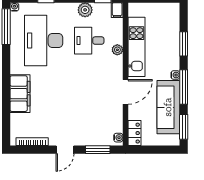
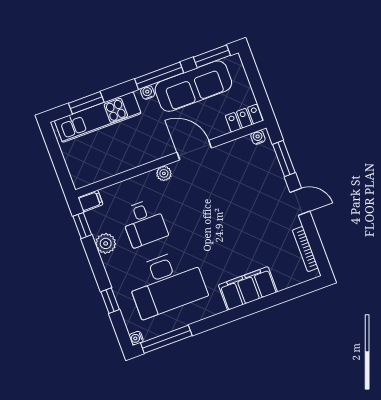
window: (184, 44) -> (86, 103), moved
kitchen unit: (136, 47) -> (98, 117), moved, turned 180
plant: (117, 50) -> (164, 173), moved

